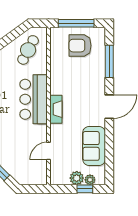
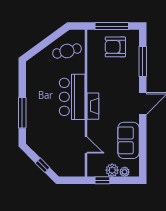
cafe table: (28, 50) -> (67, 51), turned 48
door: (49, 151) -> (86, 145), swing flipped
window: (85, 189) -> (102, 180), moved

